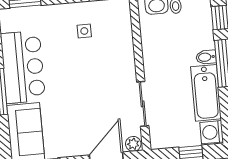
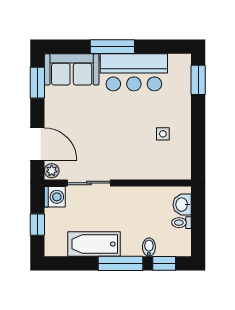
bidet: (206, 57) -> (149, 247), moved
washing machine: (212, 132) -> (55, 197), moved, turned 90

